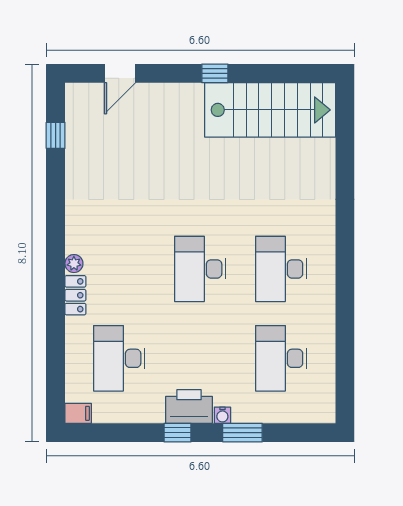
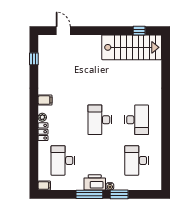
door: (120, 73) -> (63, 31), swing flipped
window: (215, 73) -> (139, 31), moved
filing cabinet: (80, 226) -> (45, 100), added
desk: (281, 269) -> (137, 120), turned 180
window: (178, 433) -> (89, 194), width x2.17

